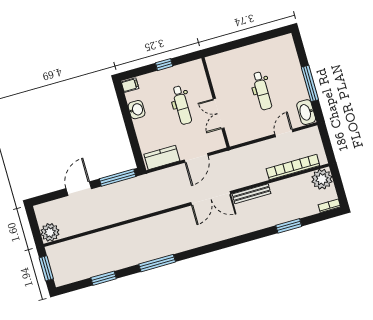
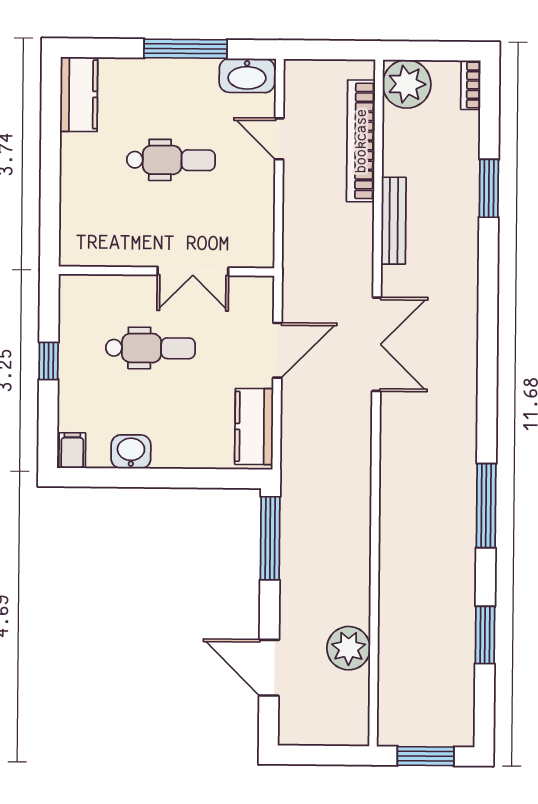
kitchen counter: (278, 45) -> (79, 94), added
door: (196, 158) -> (277, 350), hinge flipped
door: (79, 189) -> (269, 668), moved
bench: (252, 194) -> (394, 221), moved
plant: (50, 232) -> (349, 648), moved

